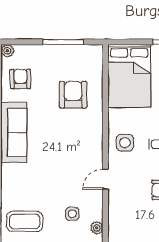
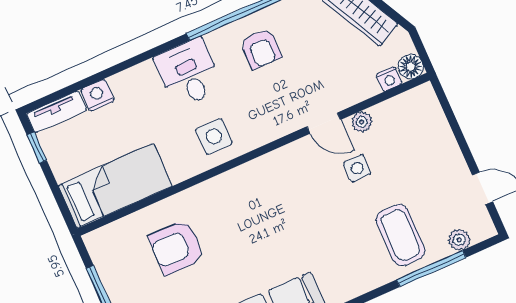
bed: (129, 76) -> (115, 186), width x0.67
door: (105, 179) -> (324, 123), moved

